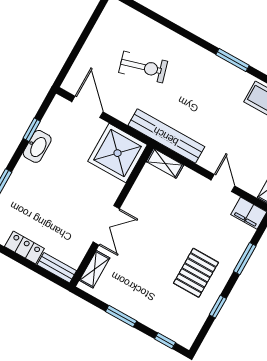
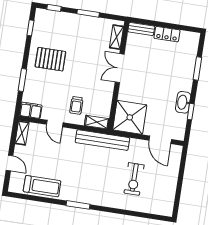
exercise bike: (143, 67) -> (134, 179), turned -74
trolley: (184, 197) -> (76, 105), added
pallet: (196, 273) -> (50, 59), turned 90
window: (218, 307) -> (30, 28), moved

